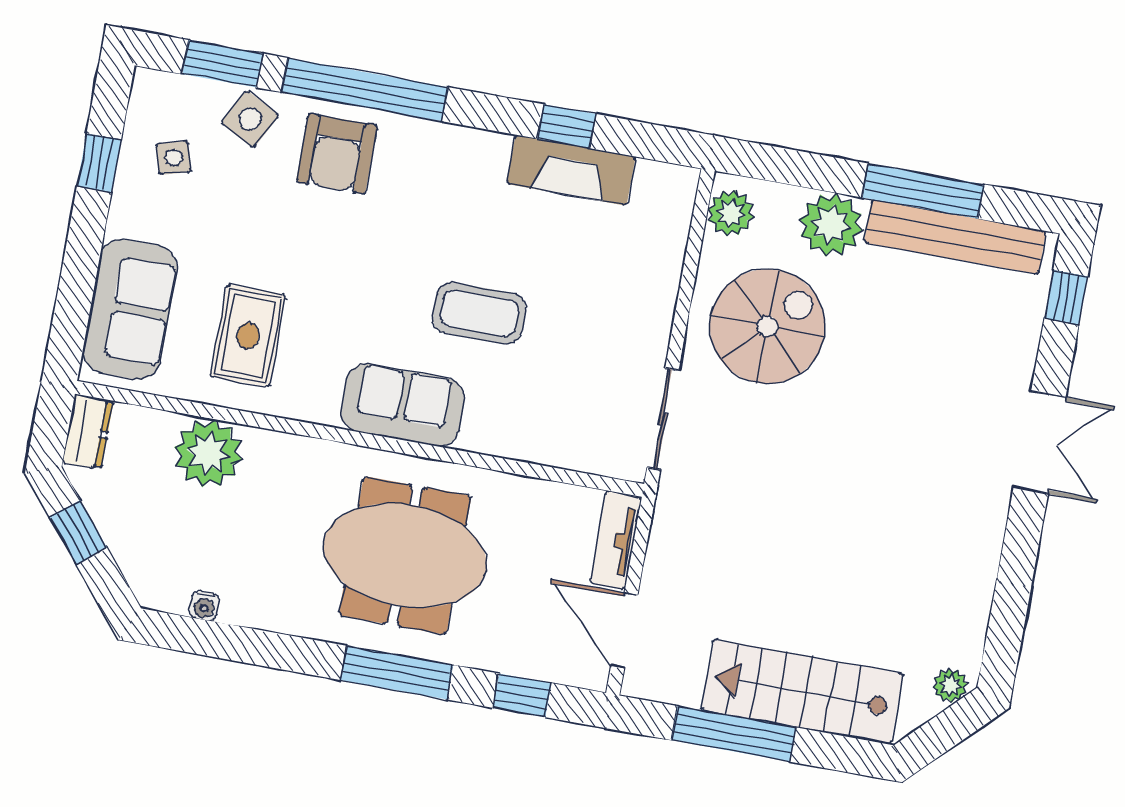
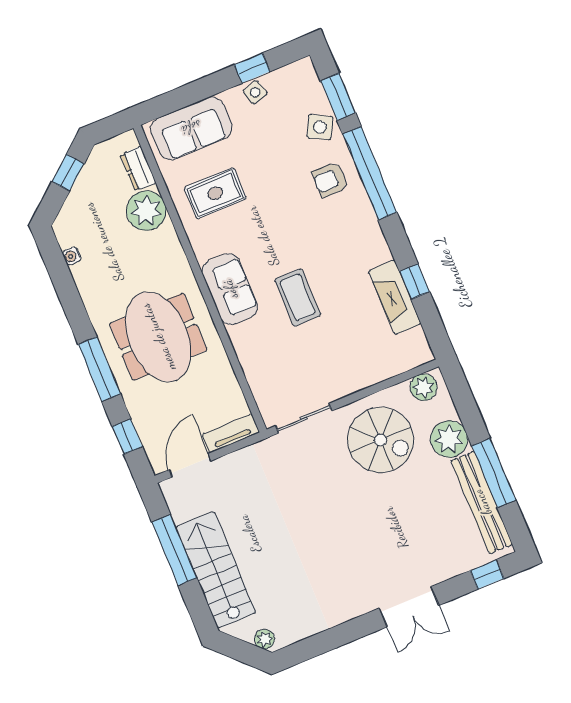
armchair: (337, 154) -> (330, 180), width x0.72, depth x0.72
side table: (174, 158) -> (255, 92), moved
dresser: (88, 432) -> (138, 169), moved, turned 90

